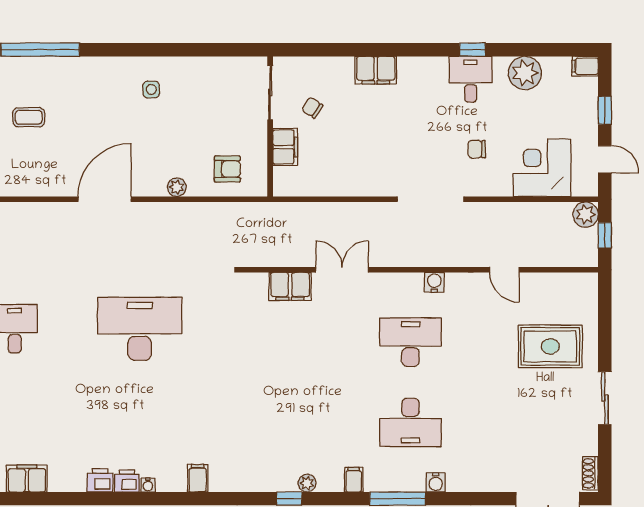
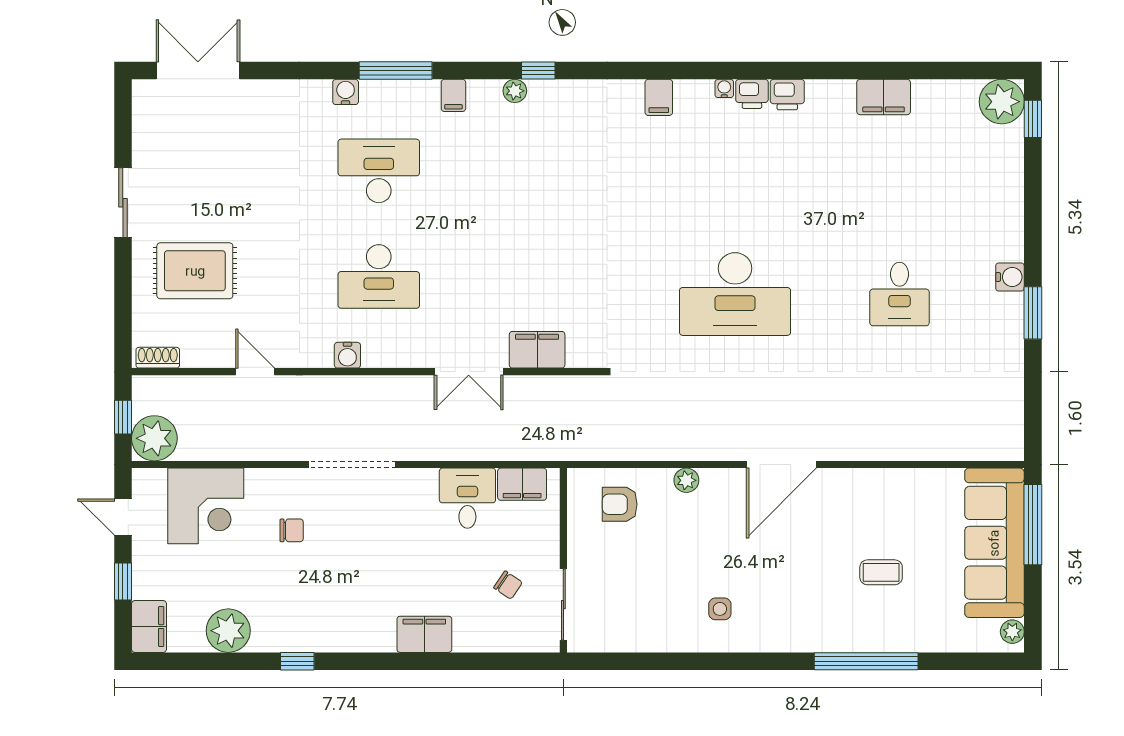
filing cabinet: (585, 66) -> (149, 627), width x2.00
desk: (471, 79) -> (467, 498), moved, turned 180
filing cabinet: (285, 147) -> (522, 484), moved, turned -90
plant: (586, 214) -> (154, 438), width x1.36, depth x1.36
shoe rack: (590, 473) -> (158, 358), moved, turned -90

